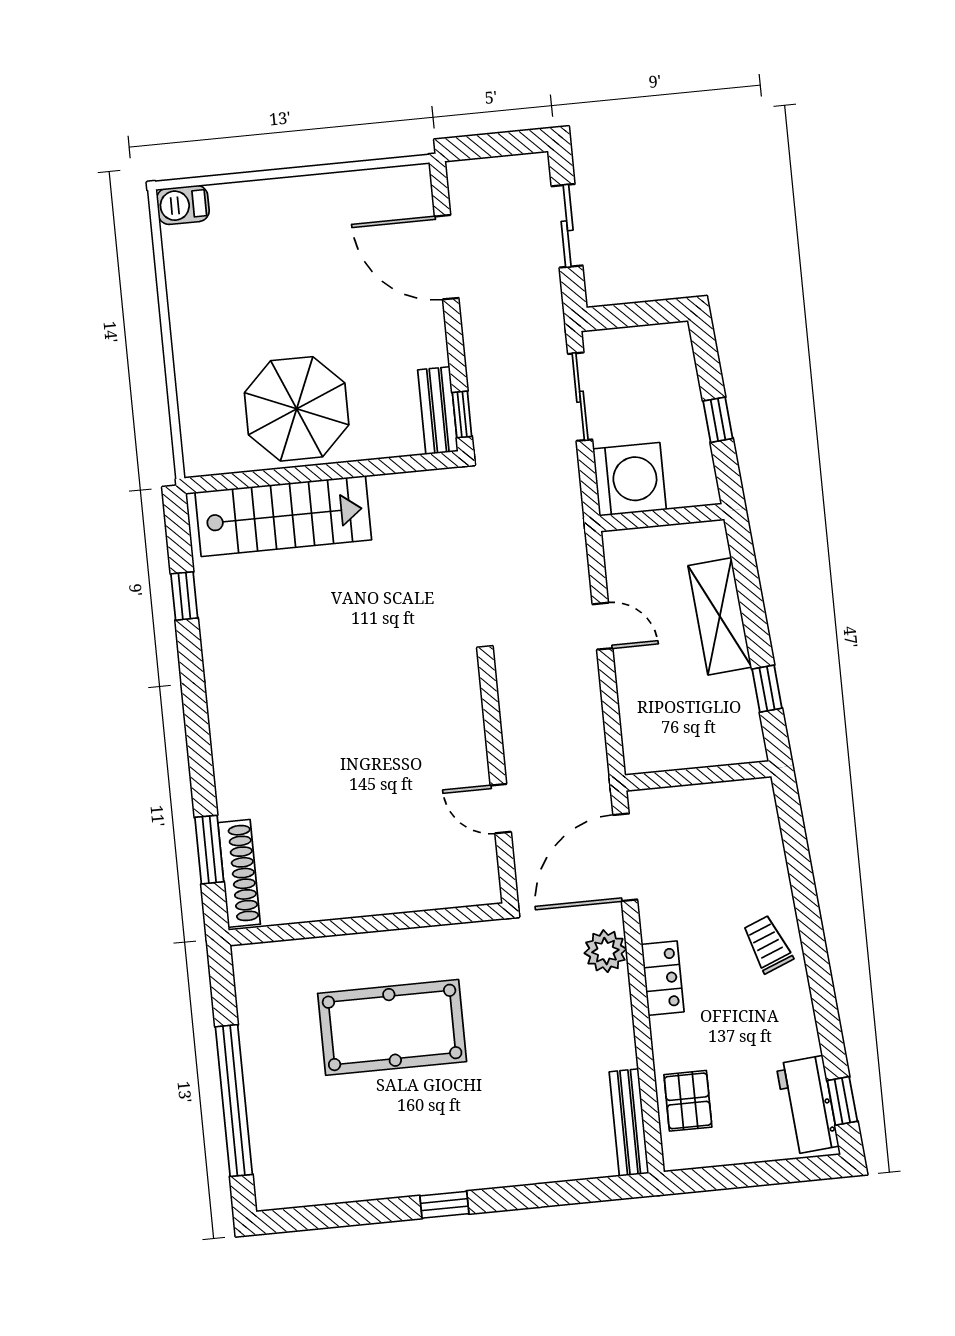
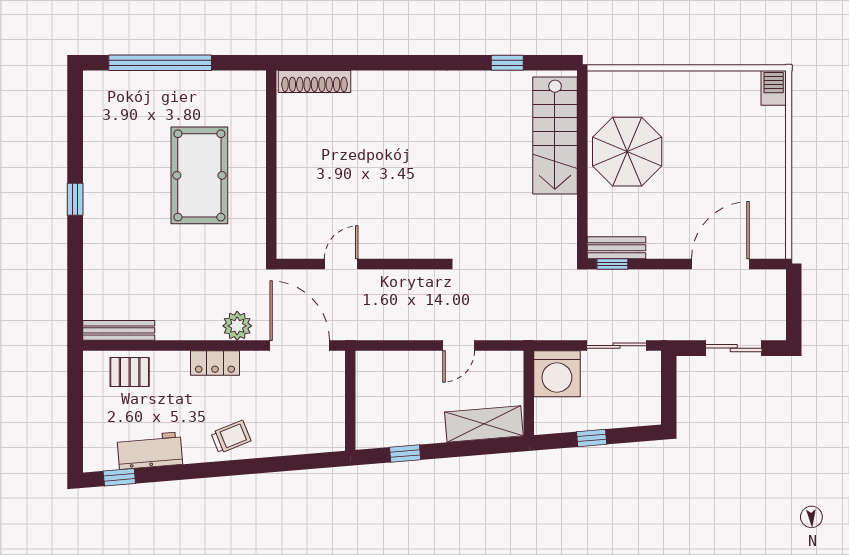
shelving: (720, 616) -> (484, 424), moved
window: (209, 850) -> (333, 63), removed
workbench: (807, 1105) -> (150, 451), moved

